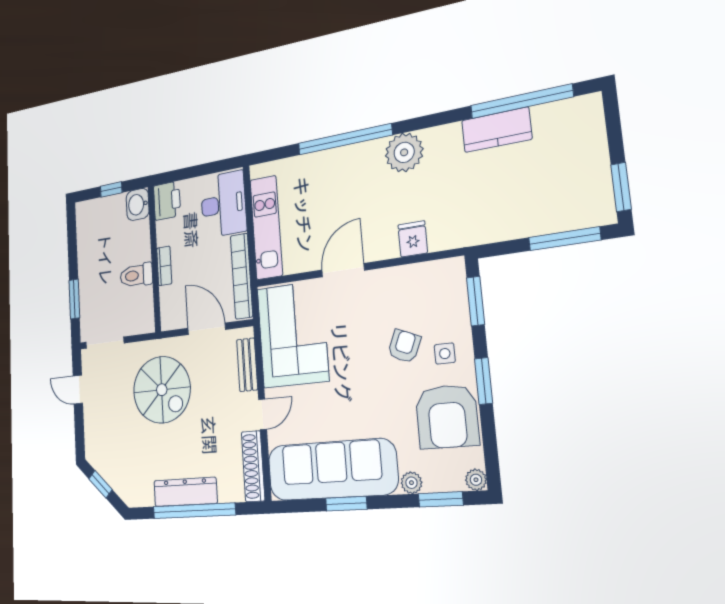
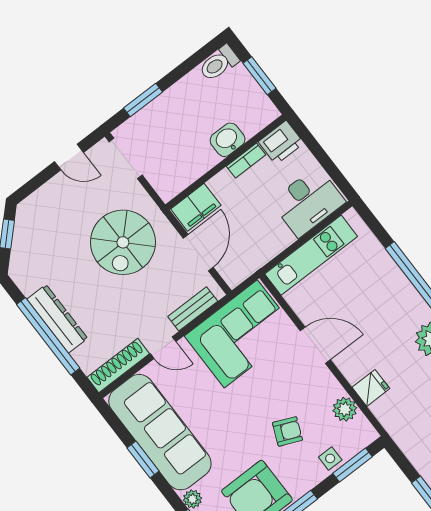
window: (111, 189) -> (259, 76), width x1.50
washbasin: (138, 204) -> (228, 140), moved
bookcase: (164, 266) -> (246, 160), moved
toilet: (136, 275) -> (219, 63), moved, turned -90
bookcase: (242, 276) -> (260, 258), removed
plant: (417, 277) -> (345, 409), added
filing cabinet: (172, 307) -> (196, 207), added
side table: (445, 354) -> (330, 458), moved
door: (78, 390) -> (69, 157), swing flipped

